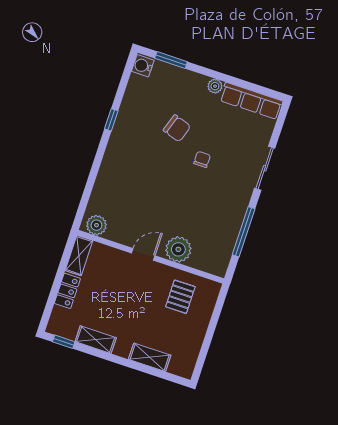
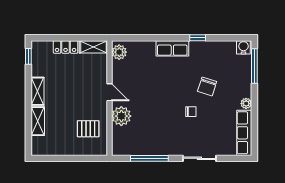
window: (171, 60) -> (254, 66), width x1.44
row of seats: (114, 156) -> (172, 48), added
shelving: (96, 340) -> (38, 91), moved

